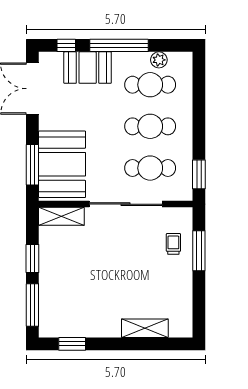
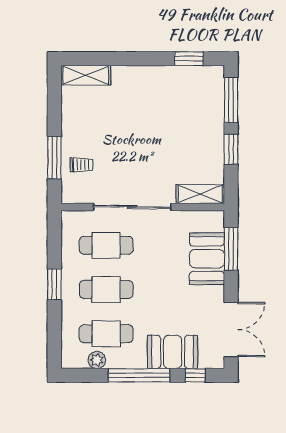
booth: (62, 164) -> (207, 259), width x0.73, depth x0.70
window: (199, 174) -> (54, 284), moved
trolley: (173, 244) -> (81, 165), turned -90
shelving: (145, 328) -> (86, 75), moved

